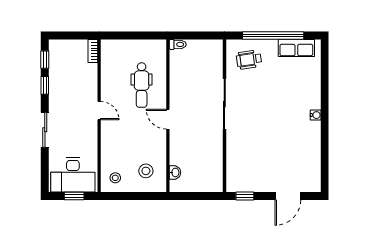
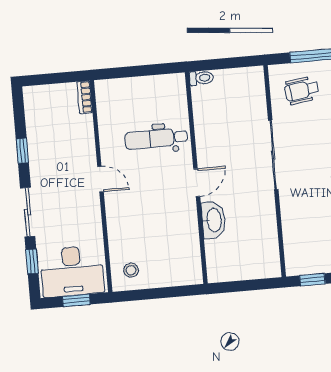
window: (45, 60) -> (32, 262), moved
dental chair: (142, 85) -> (156, 139), turned 90
door: (168, 119) -> (197, 183), swing flipped
stool: (146, 171) -> (173, 257), removed
washbasin: (175, 172) -> (213, 220), moved, width x1.91, depth x1.45

